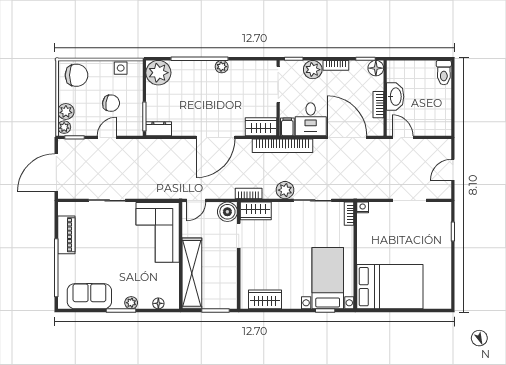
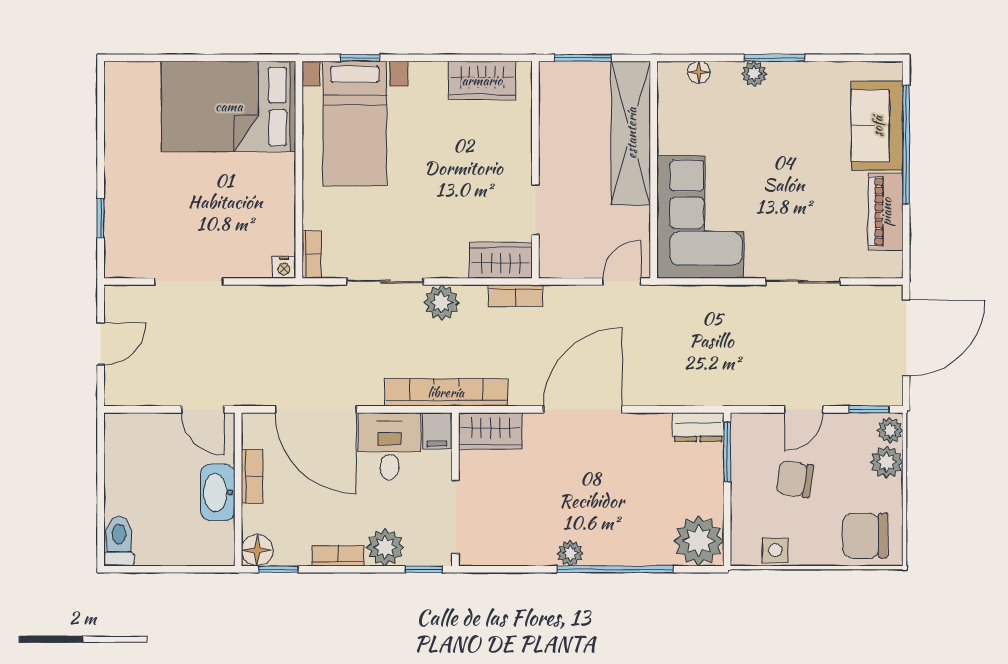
boiler: (227, 212) -> (559, 258), removed
sofa: (89, 296) -> (877, 126), moved, turned 90

